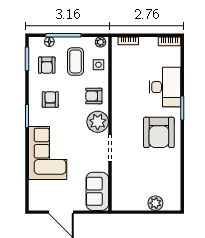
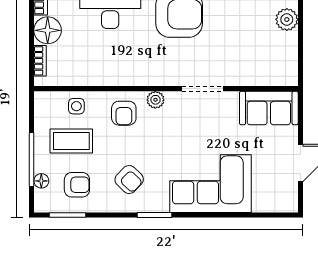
plant: (100, 42) -> (42, 103), removed
floor lamp: (148, 46) -> (48, 30), added
armchair: (50, 99) -> (129, 180), turned -136
plant: (98, 122) -> (155, 100), width x0.53, depth x0.53

